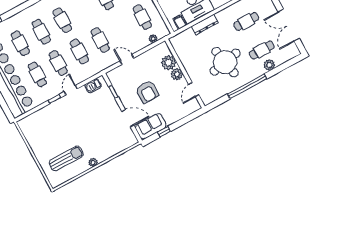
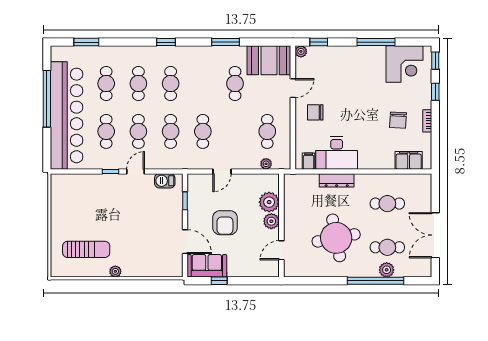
door: (127, 59) -> (222, 171), swing flipped
window: (247, 86) -> (375, 281), moved

